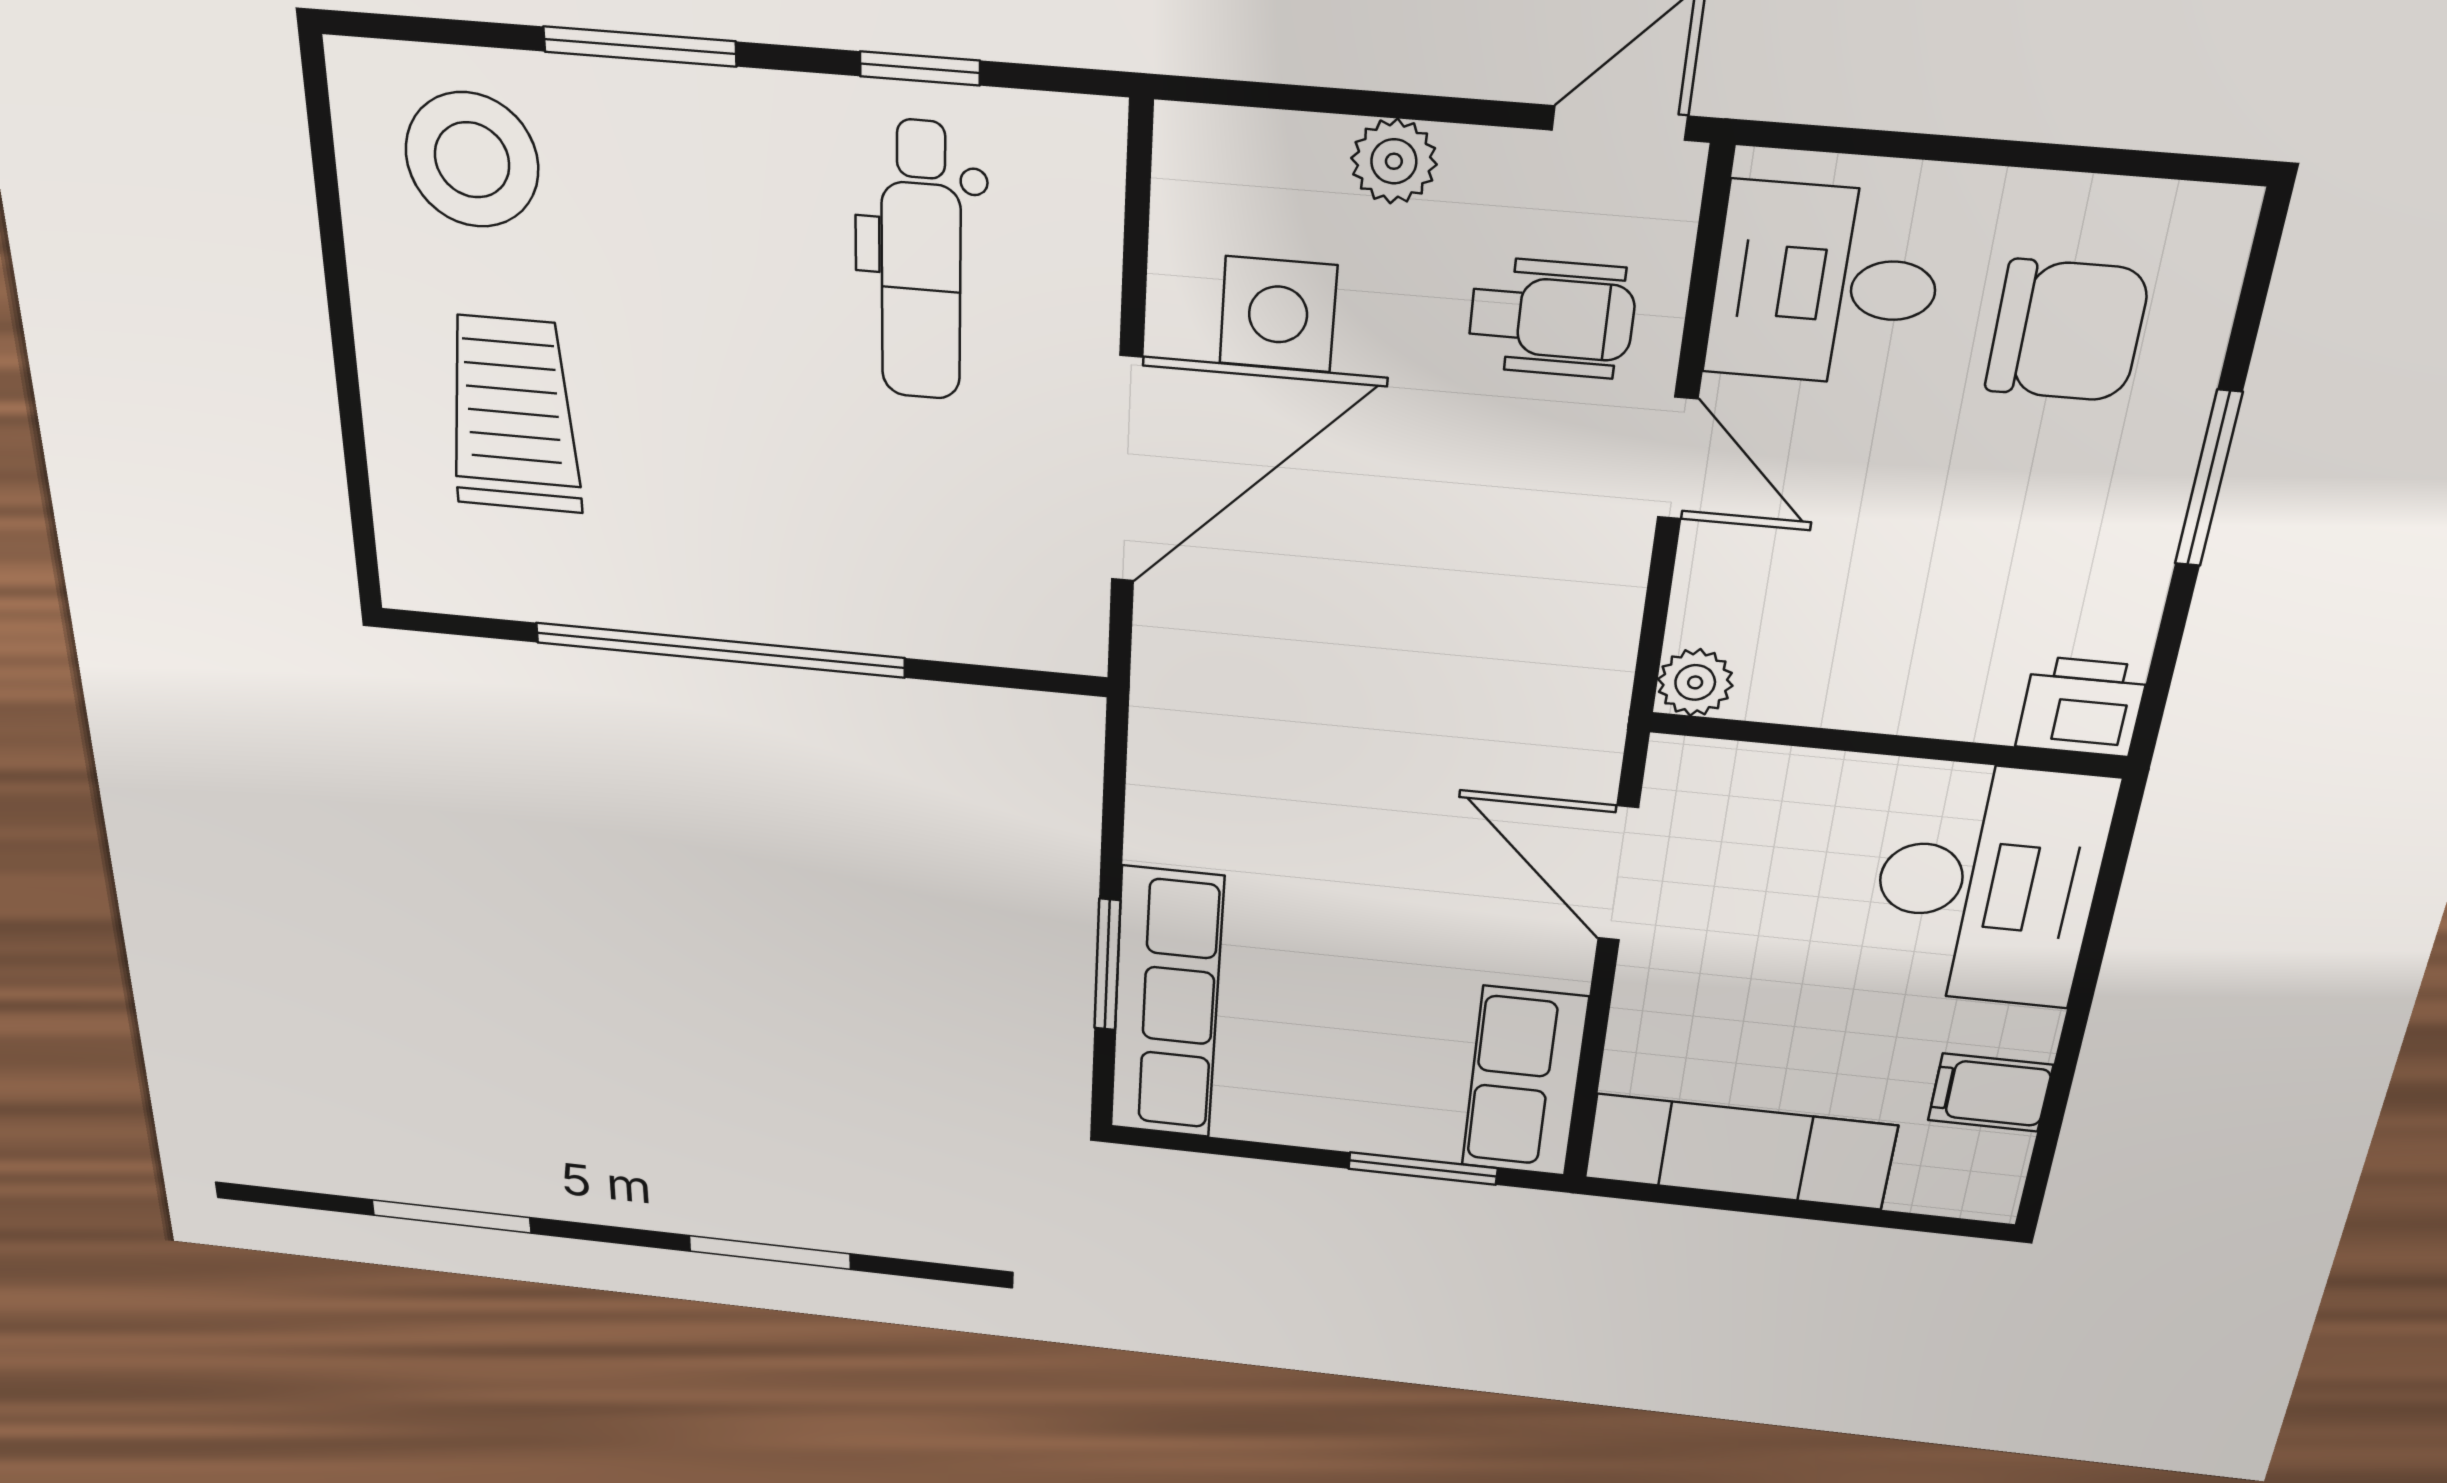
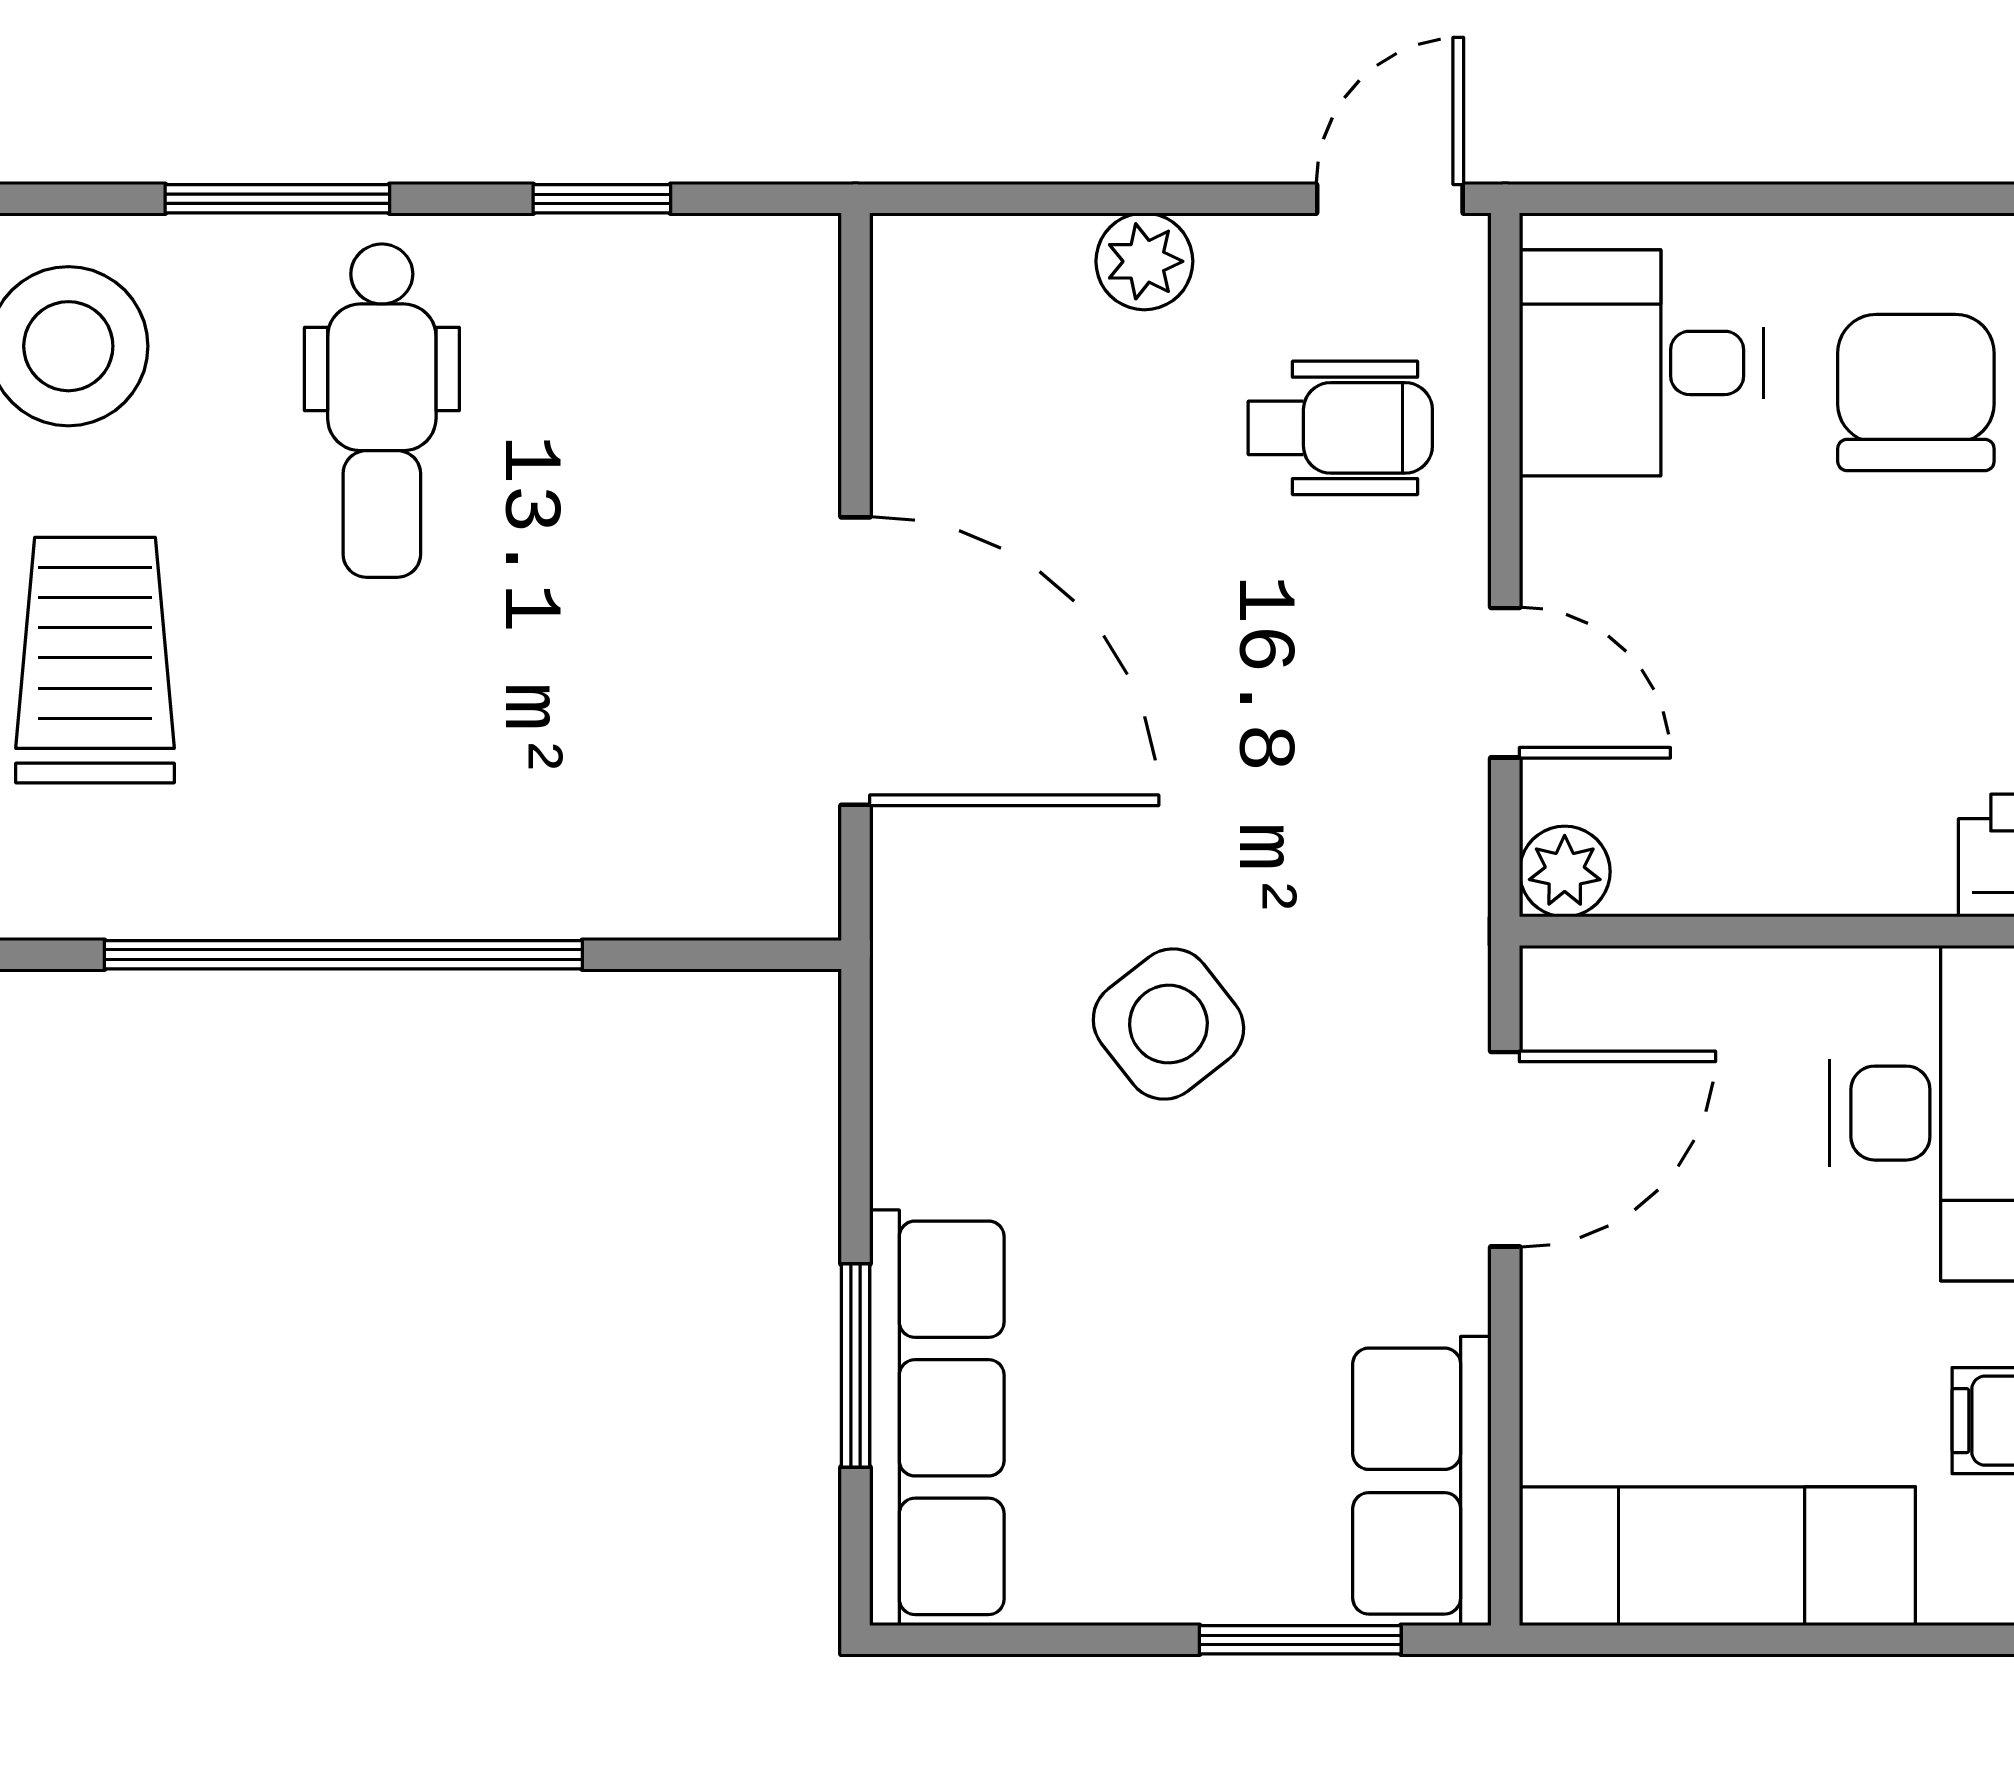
dental chair: (921, 262) -> (382, 411), moved
side table: (1278, 314) -> (1168, 1024), moved, turned -38
chair: (2067, 331) -> (1916, 392), turned -90
door: (1678, 458) -> (1505, 683), moved
door: (1127, 470) -> (856, 661), hinge flipped
door: (1618, 874) -> (1505, 1149), swing flipped

